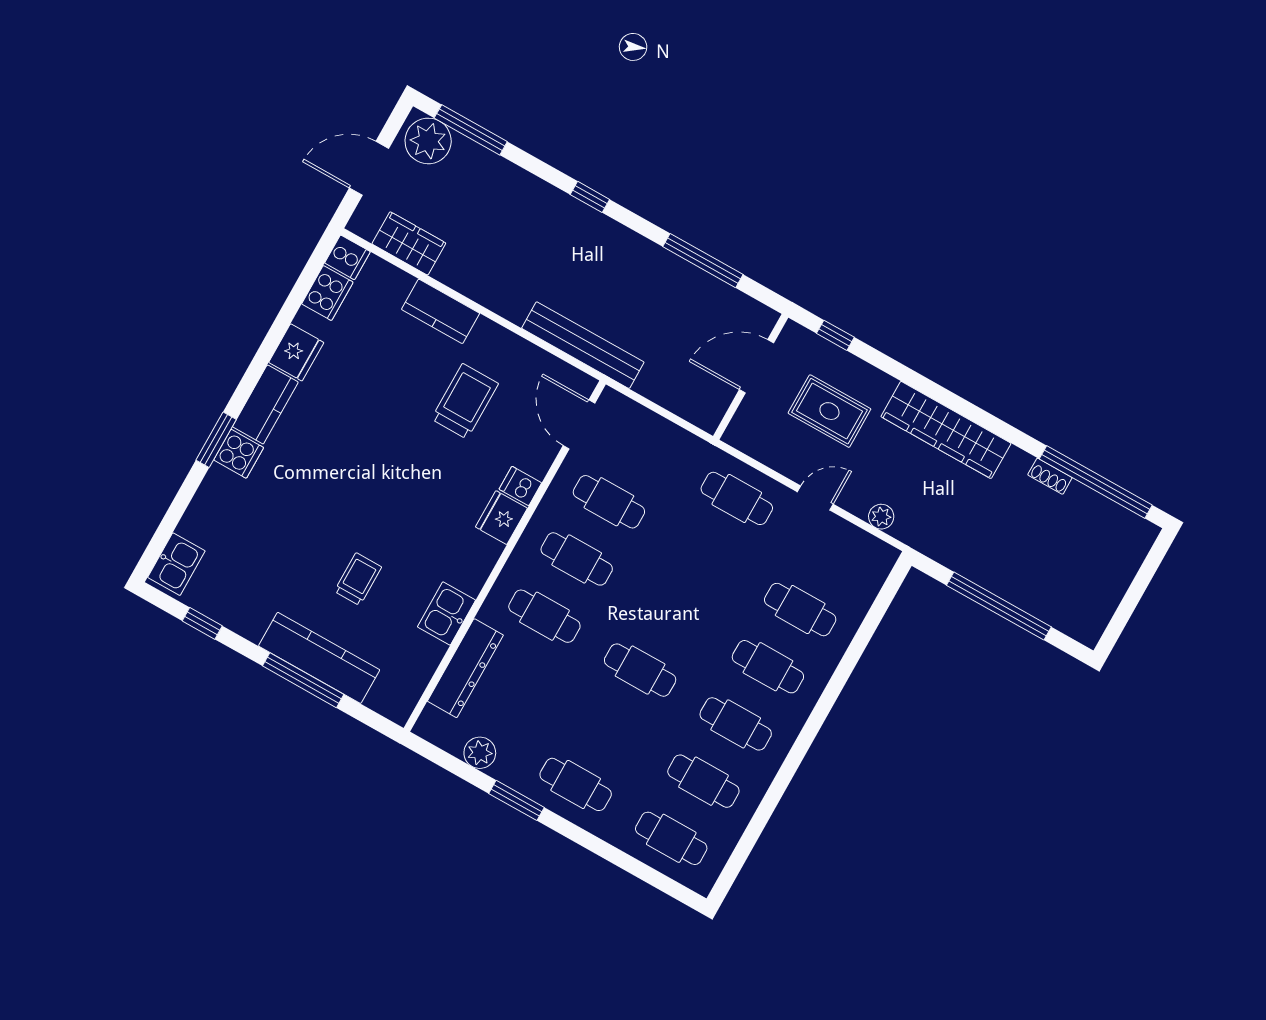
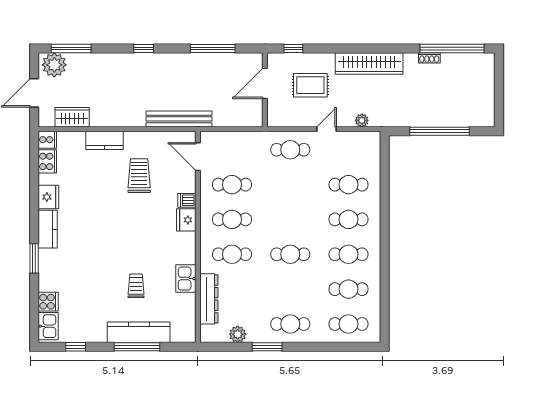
cooker: (239, 454) -> (48, 302), moved

